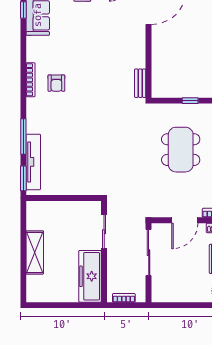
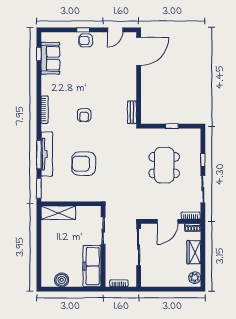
armchair: (56, 83) -> (84, 115), moved
armchair: (80, 148) -> (84, 164), added
tv unit: (33, 162) -> (47, 154), moved
shelving: (35, 252) -> (58, 213), moved, turned 90
boiler: (52, 294) -> (62, 280), added

